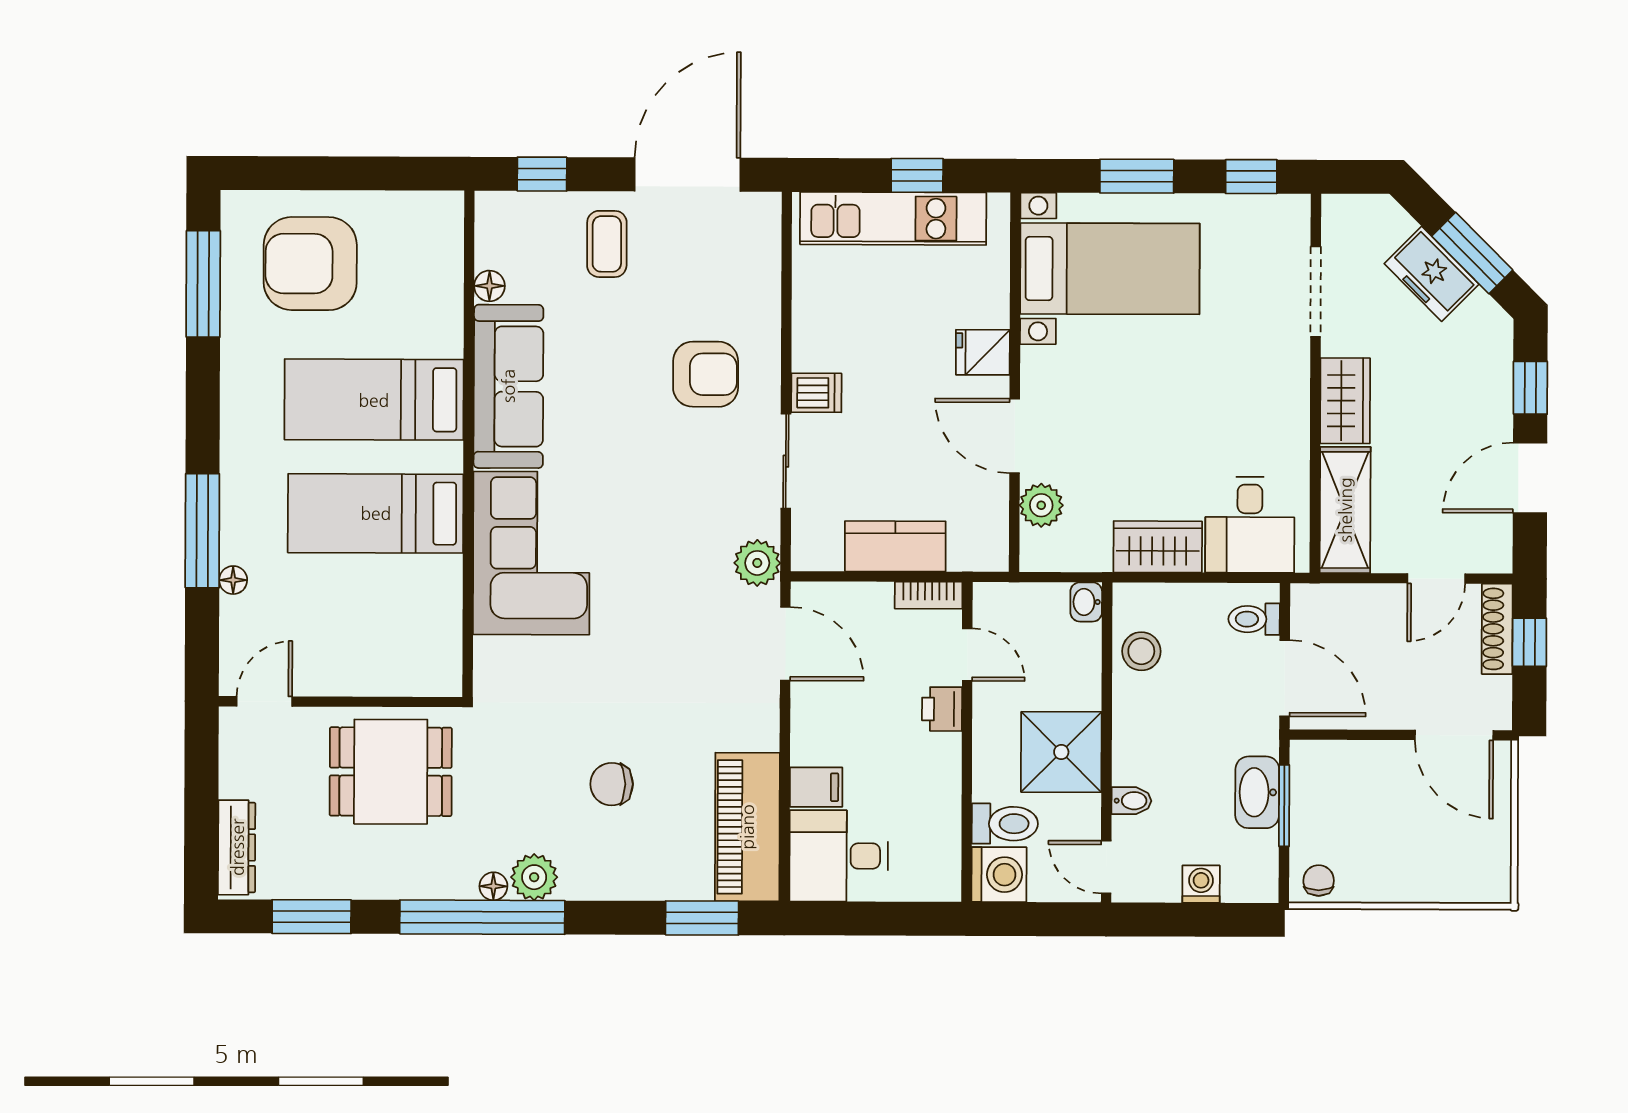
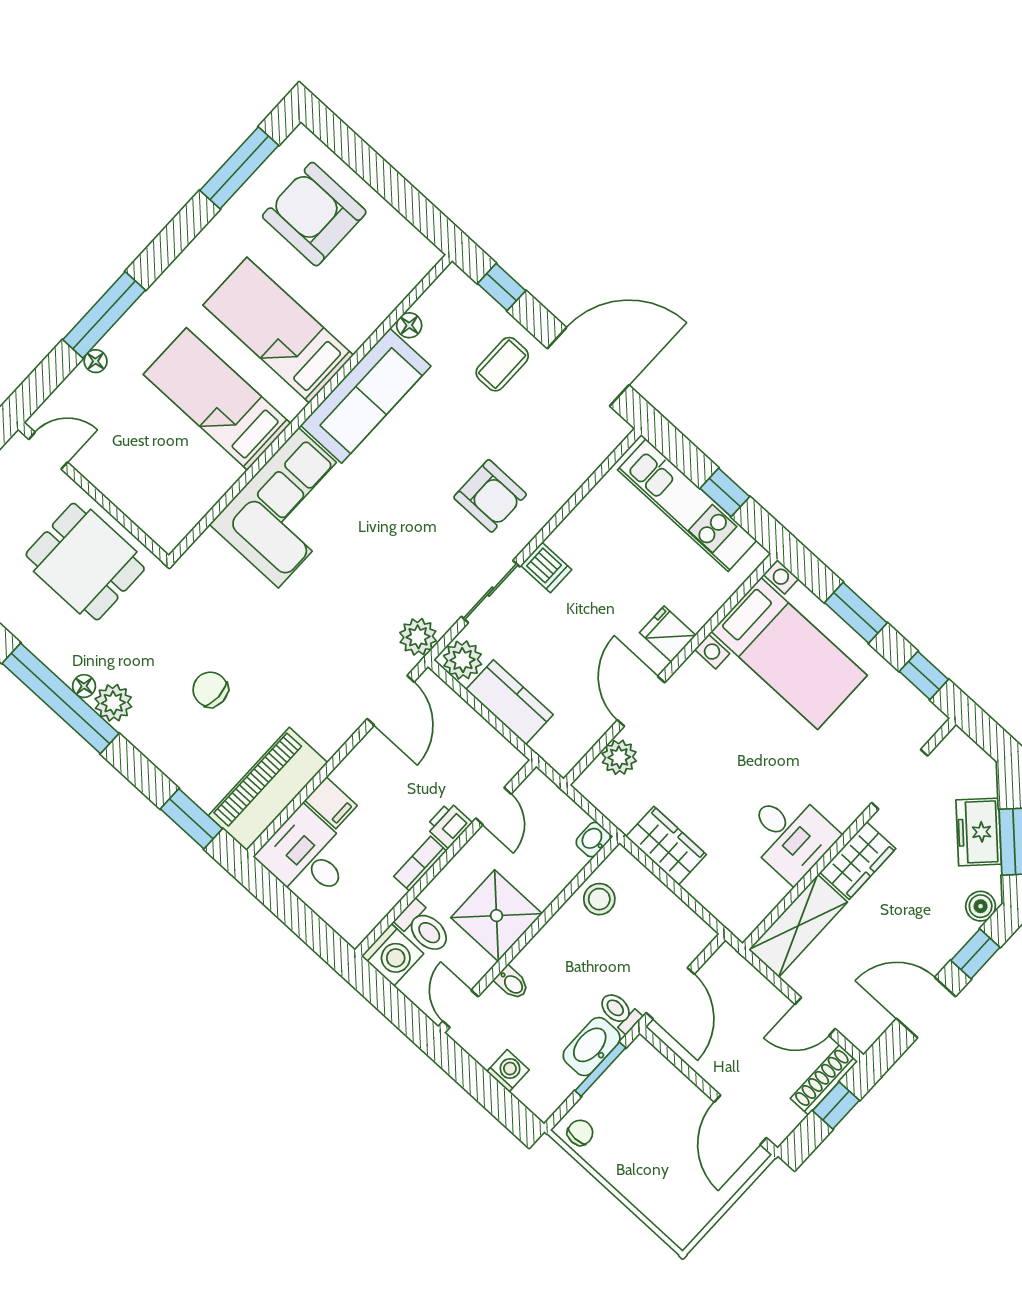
boiler: (1495, 340) -> (981, 906), added
desk: (1250, 525) -> (790, 835), moved, turned -90
plant: (817, 547) -> (463, 660), added
bookcase: (929, 595) -> (420, 864), moved, turned 90
toilet: (1254, 619) -> (620, 1012), moved

